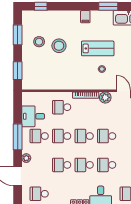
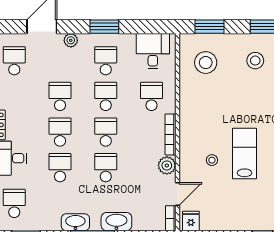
stool: (59, 46) -> (206, 63), moved
lab bench: (98, 48) -> (244, 154), turned 180
desk: (33, 116) -> (153, 51), moved
window: (18, 137) -> (104, 27), width x0.69

